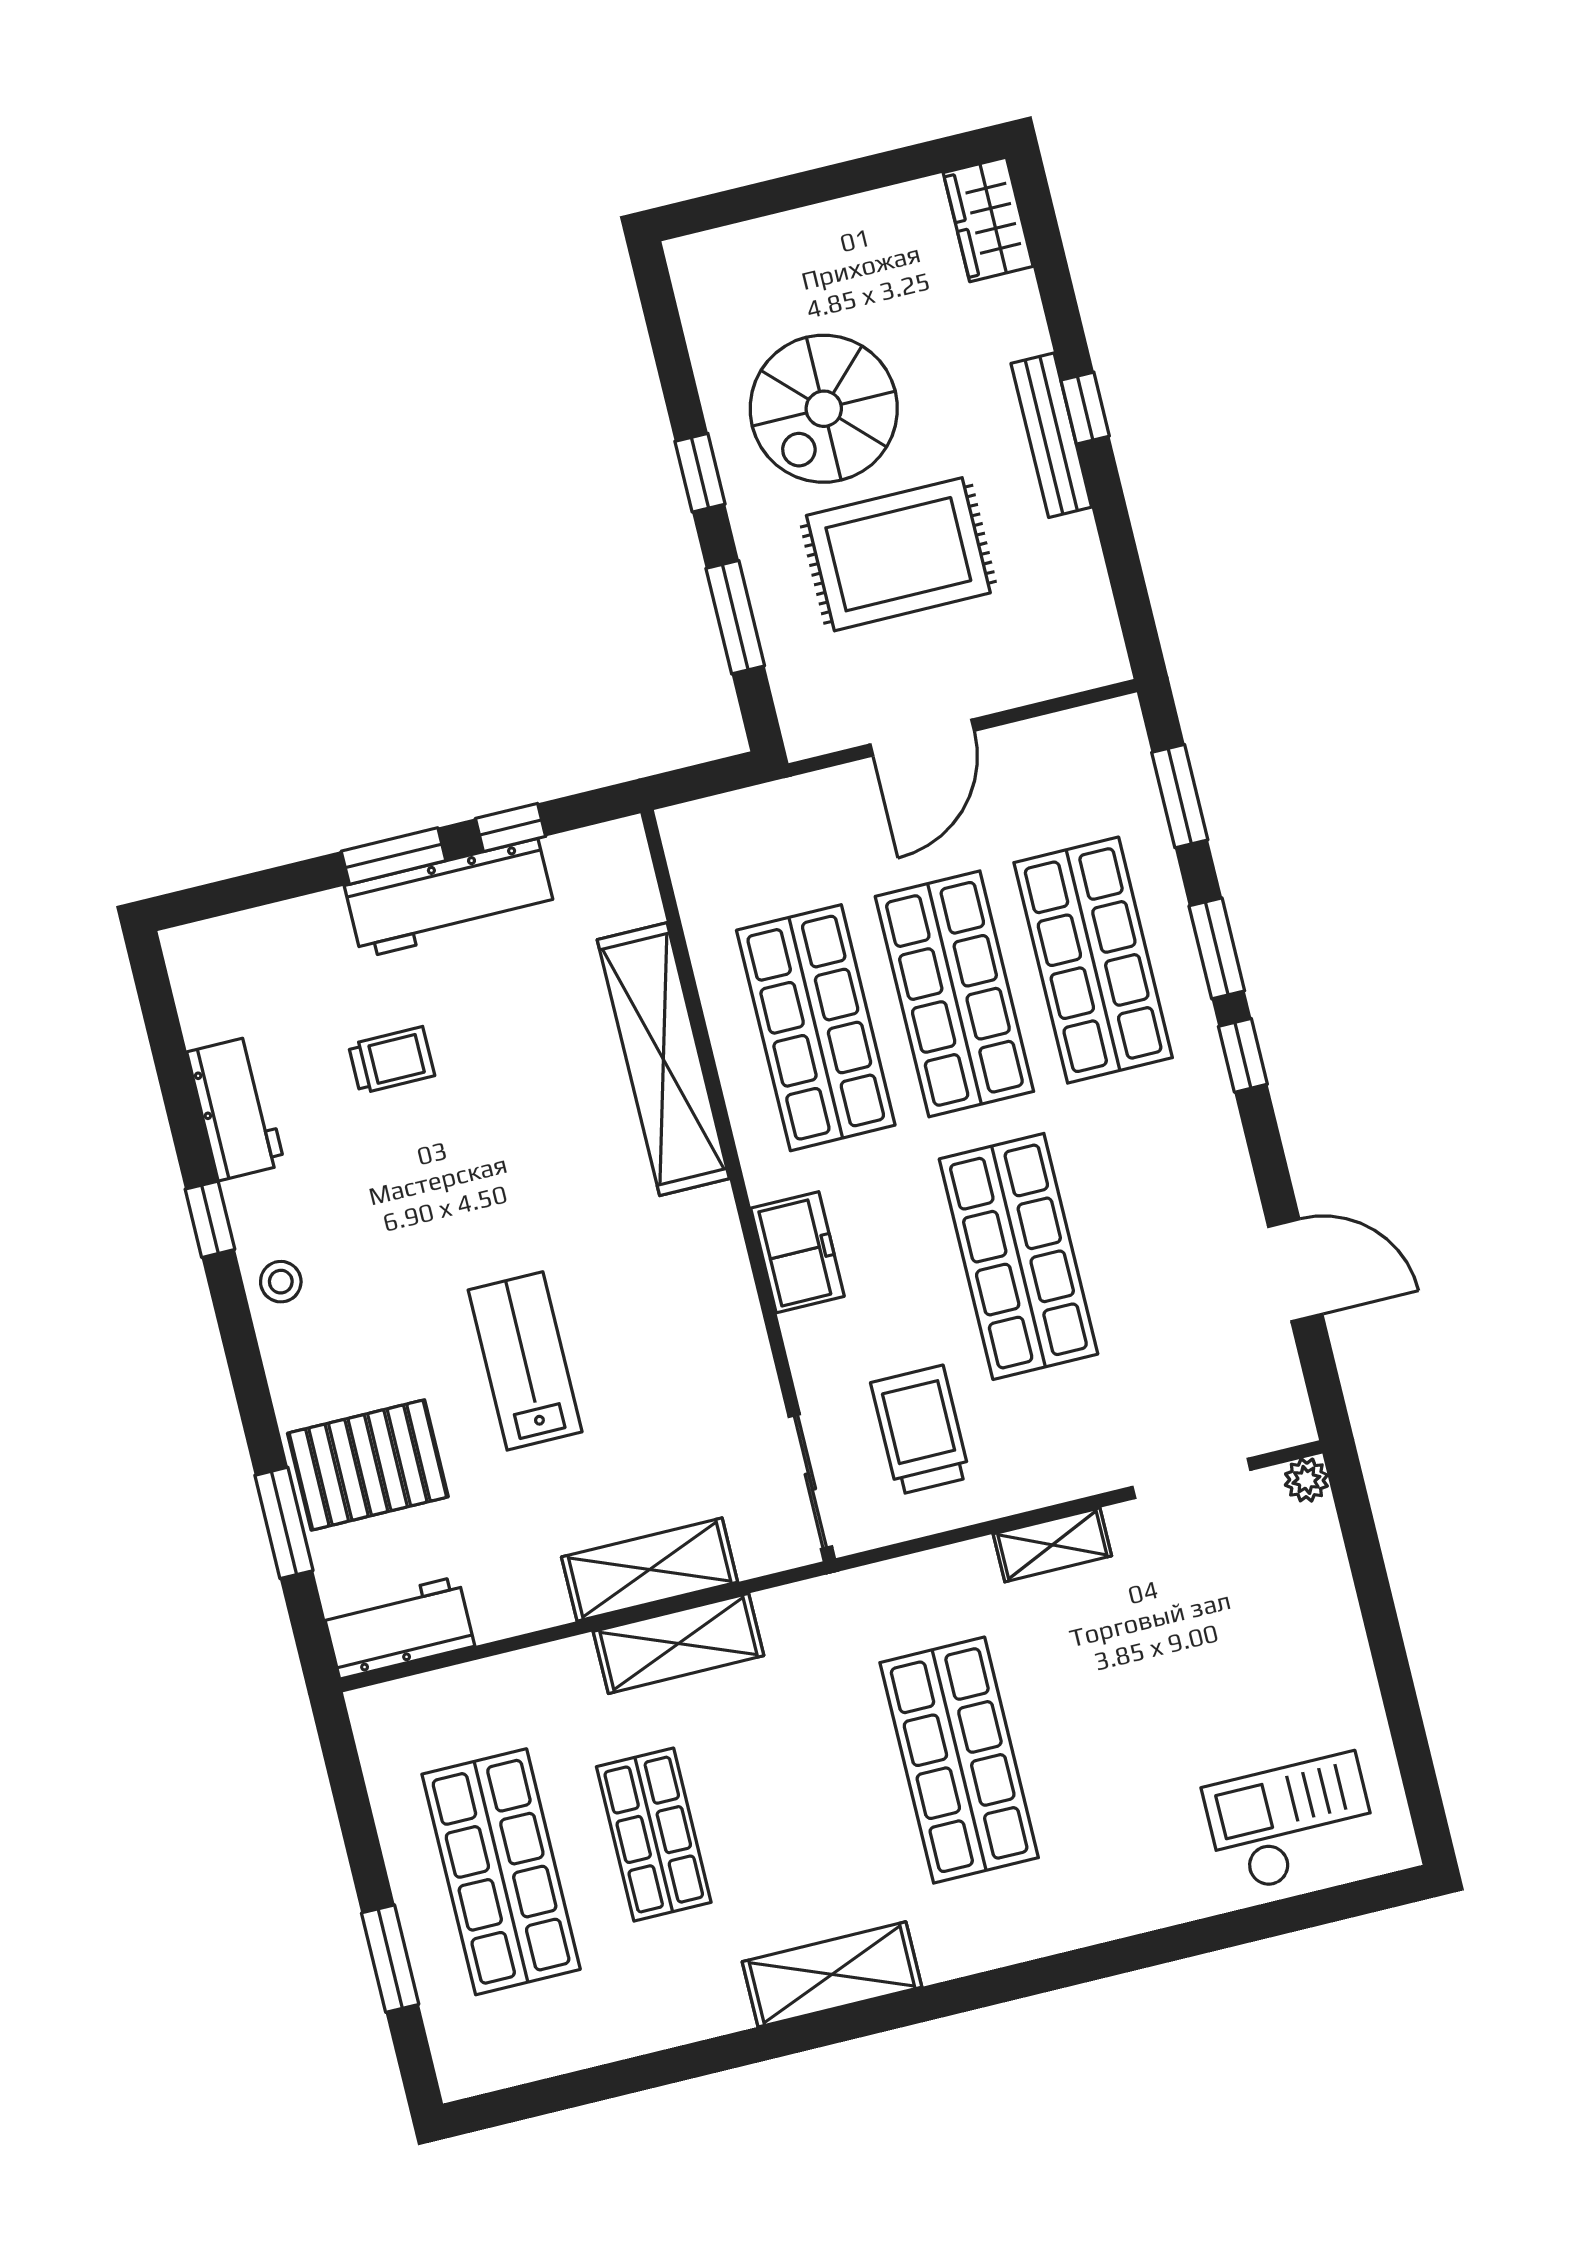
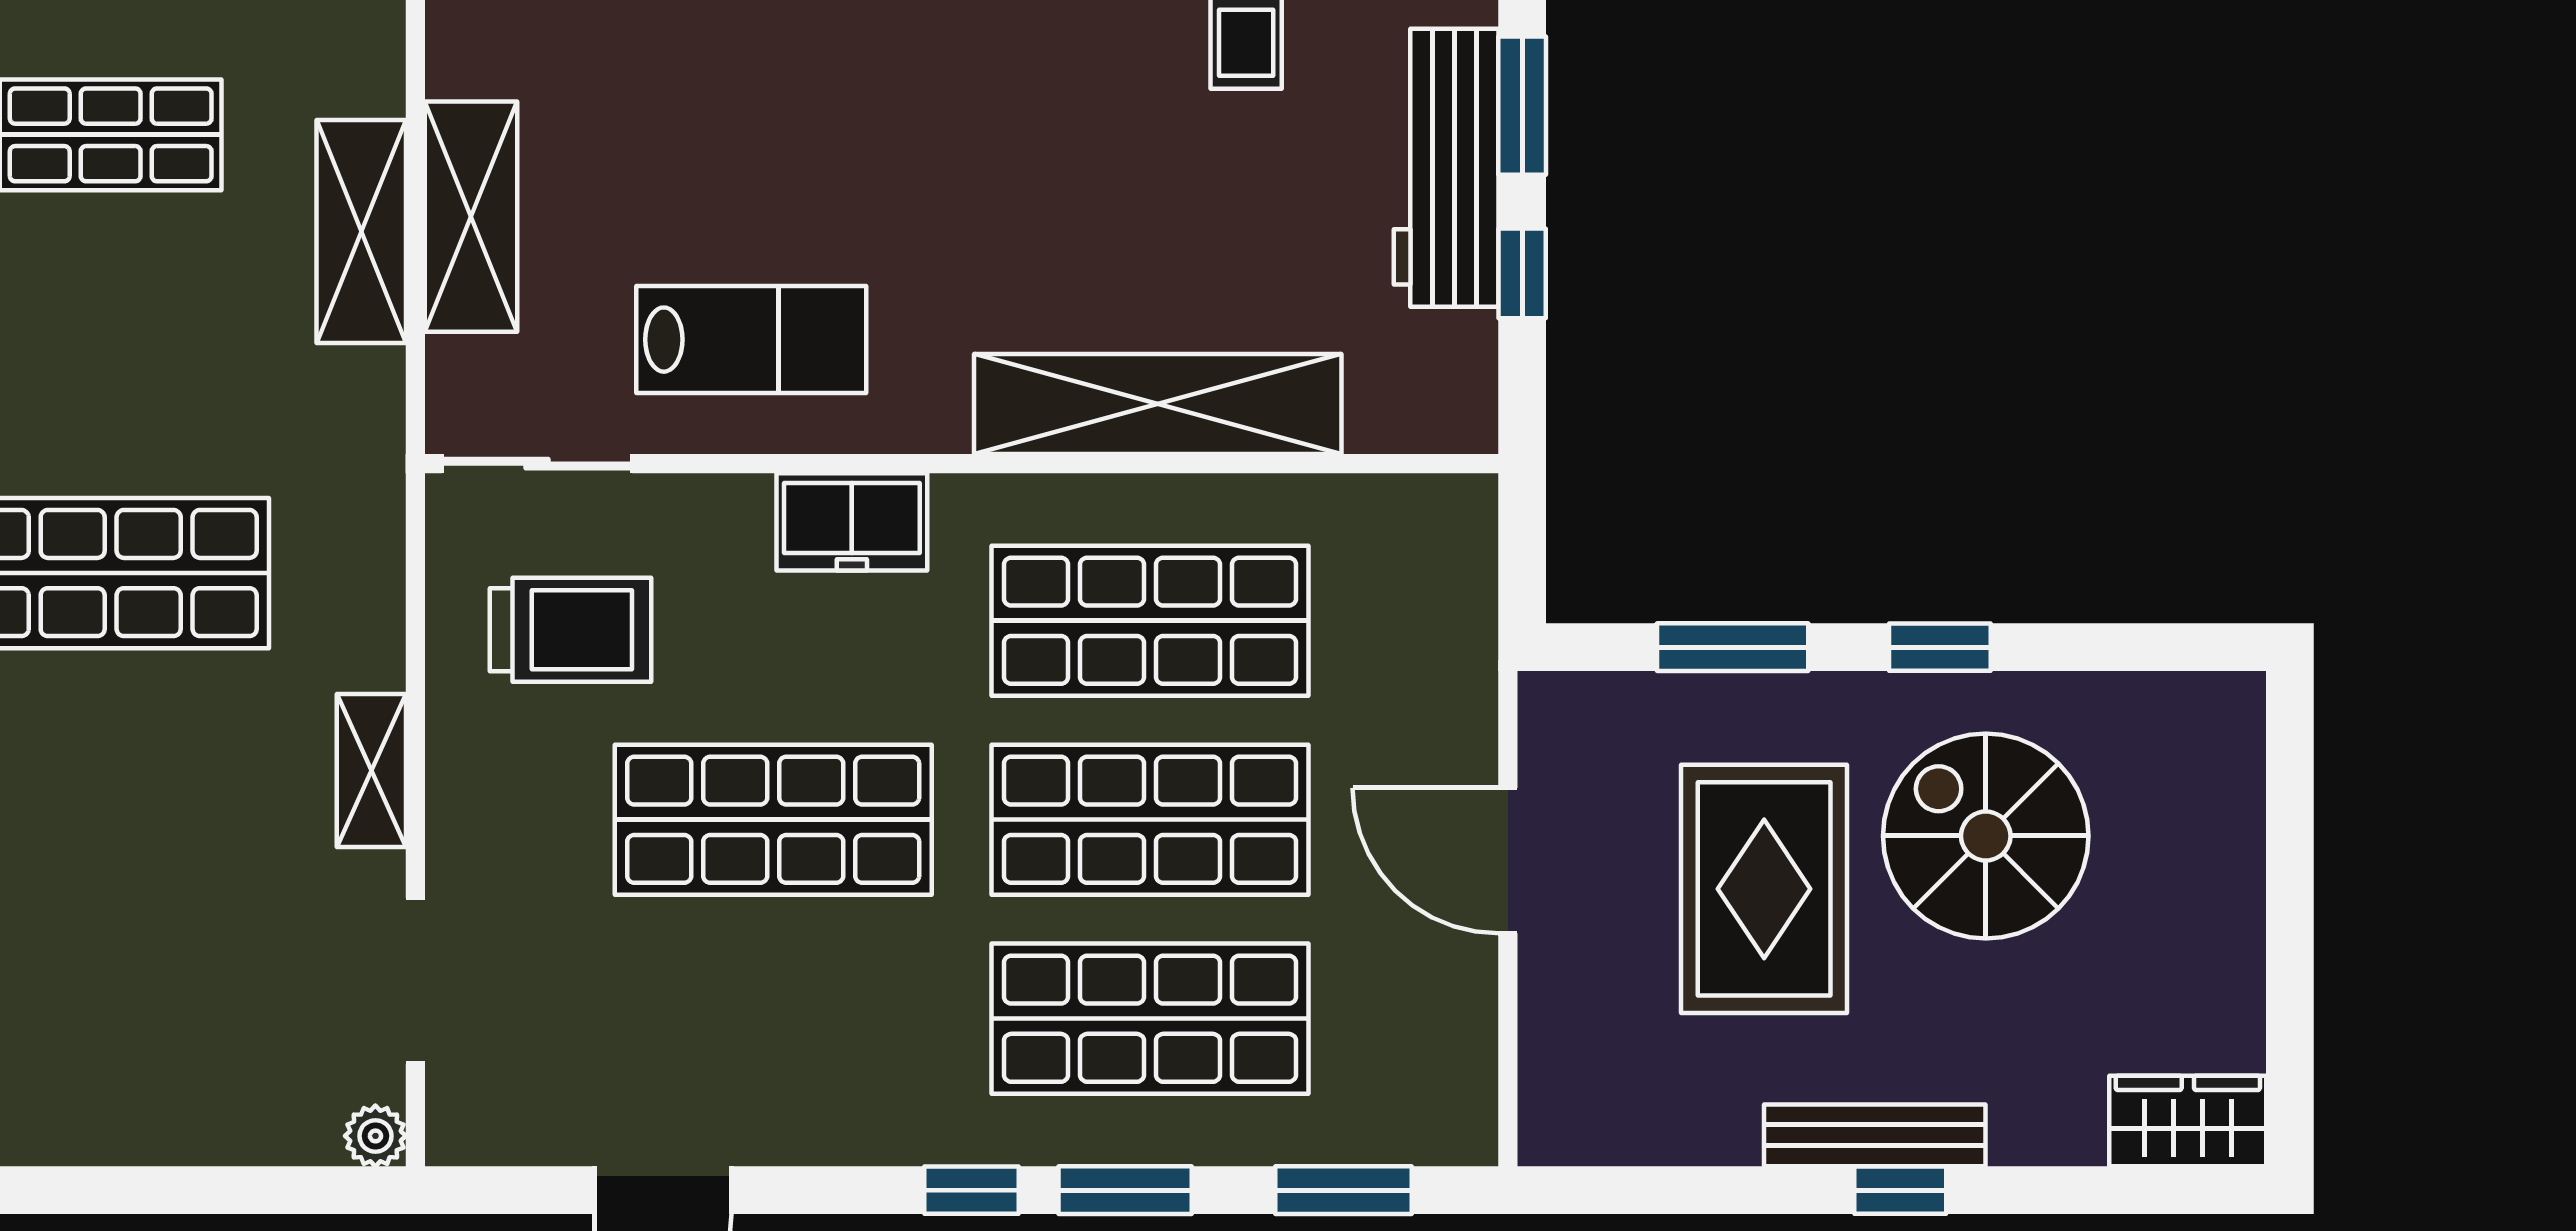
lab bench: (525, 1361) -> (751, 340), moved

